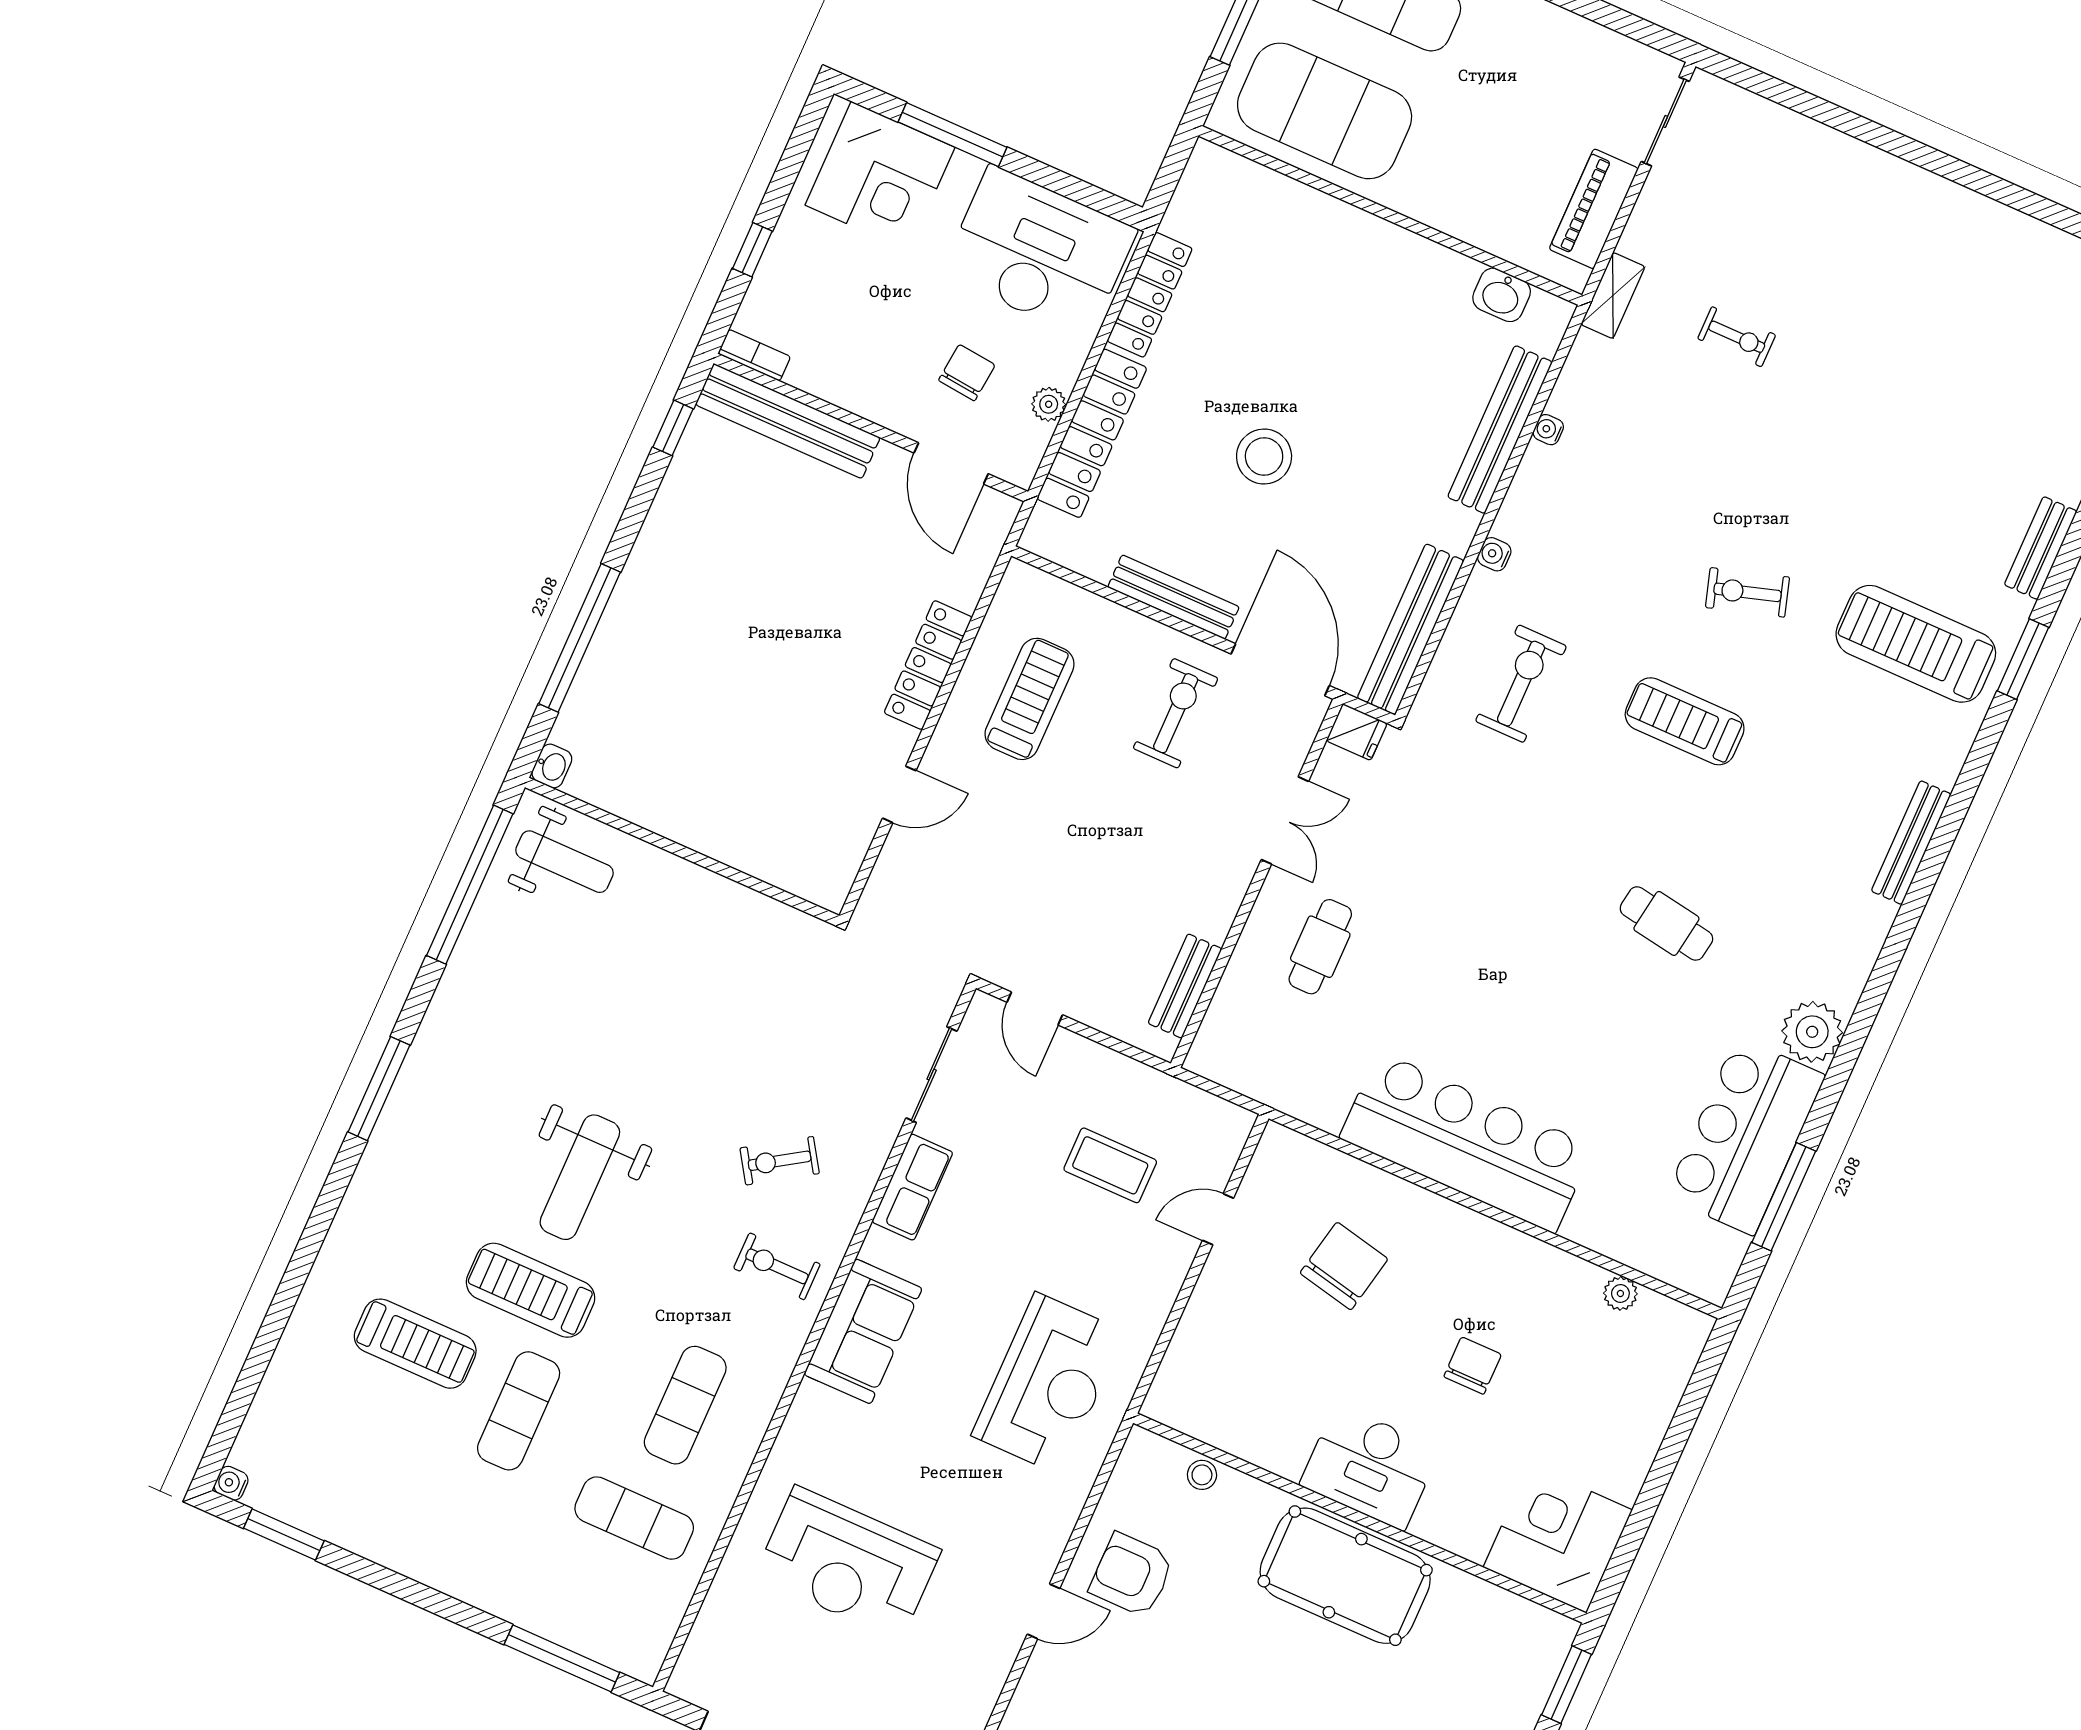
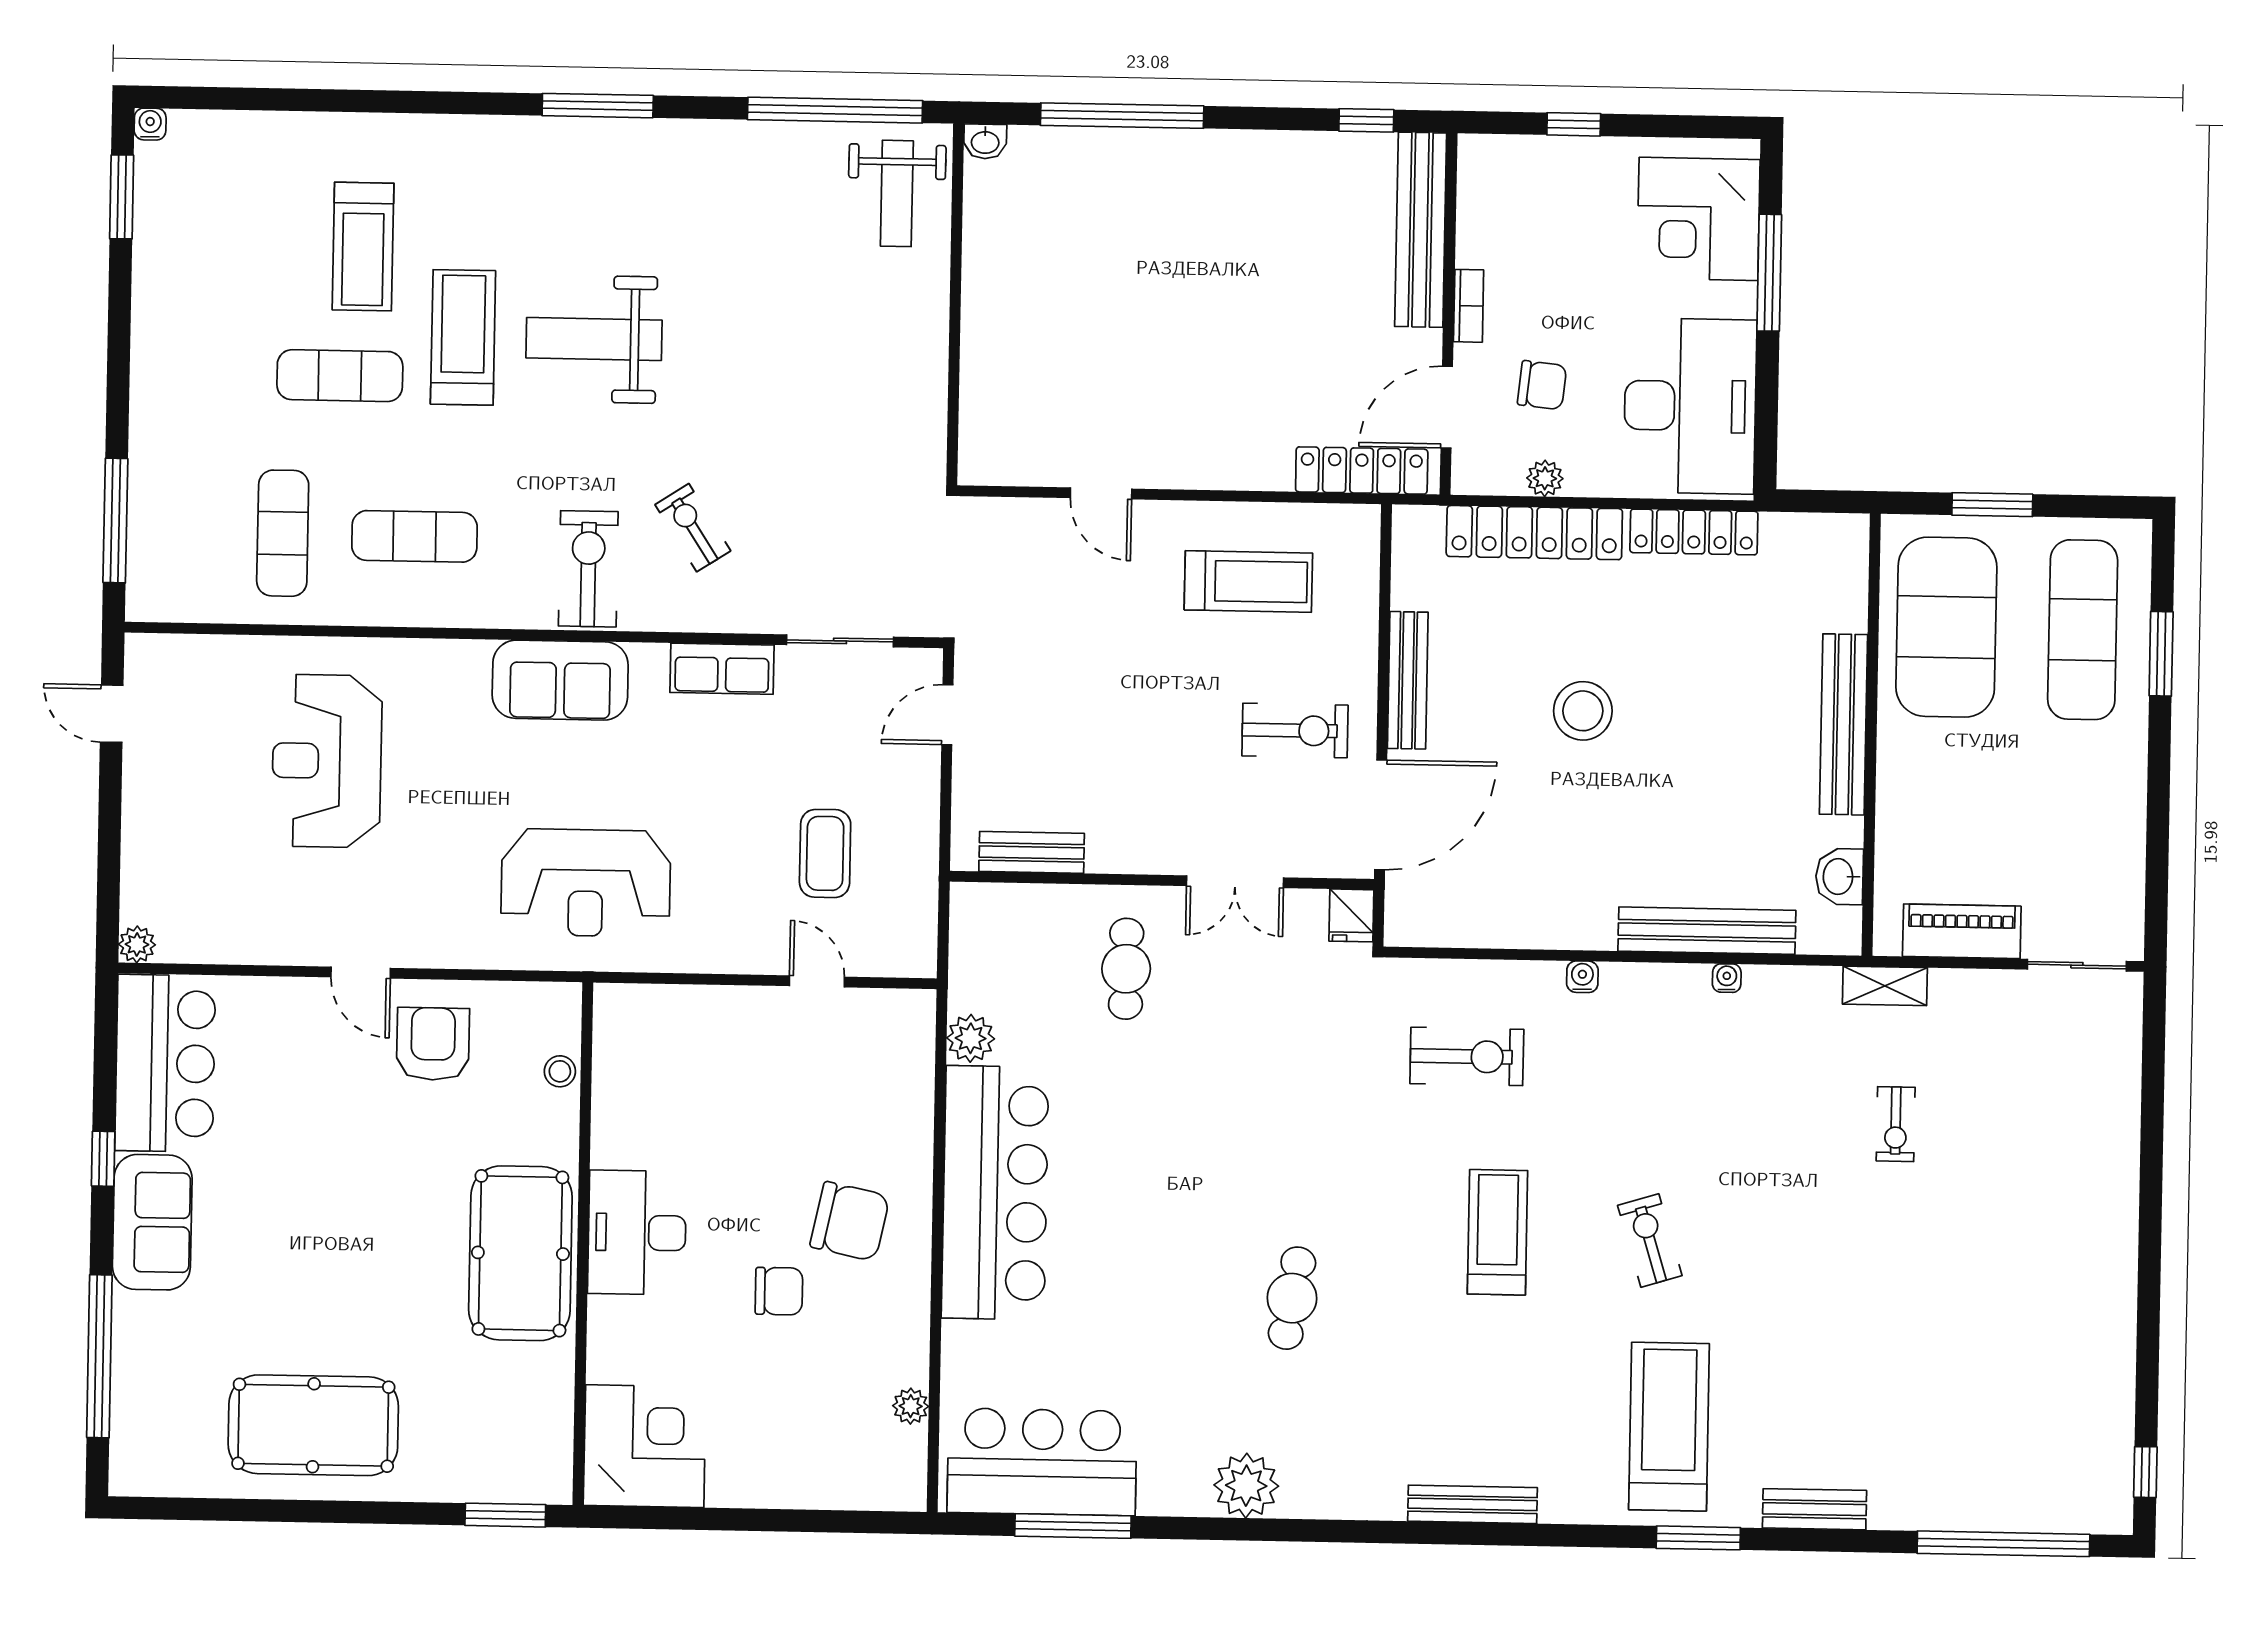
bookcase: (754, 355) -> (1469, 306), moved
bench: (1410, 629) -> (1843, 724), moved, turned 90
locker: (928, 665) -> (1362, 471), moved
cafe table: (1320, 947) -> (1126, 969), turned 90
plant: (1324, 1107) -> (971, 1038), added
bar counter: (1745, 1136) -> (1042, 1462), moved
exercise bike: (777, 1266) -> (588, 569), width x1.38, depth x1.39
chair: (1344, 1266) -> (850, 1221), moved

